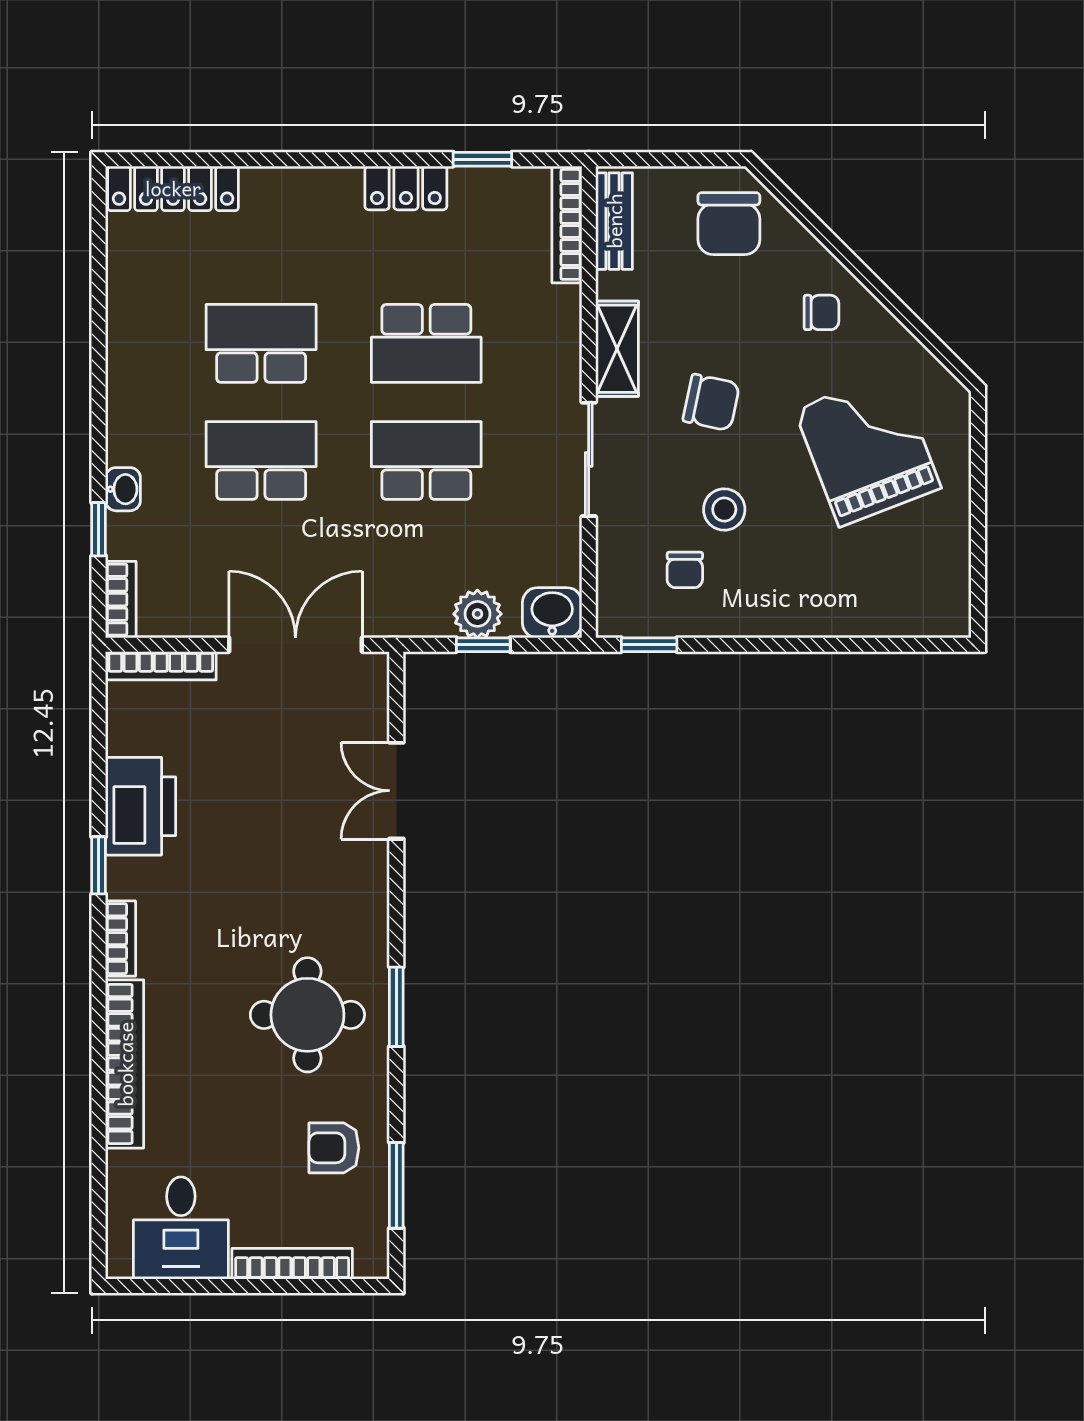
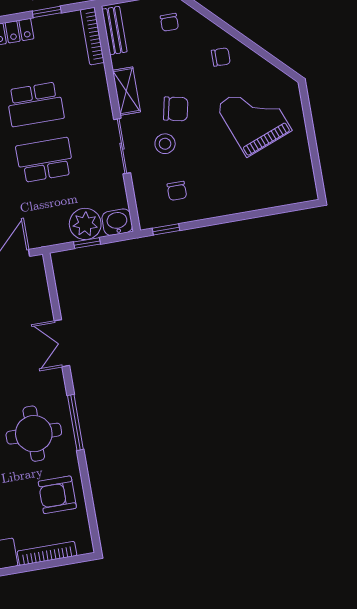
chair: (729, 224) -> (169, 22), width x0.54, depth x0.54
stool: (724, 509) -> (165, 144), moved
plant: (477, 614) -> (85, 224), width x1.36, depth x1.36
double door: (396, 791) -> (62, 343), moved
window: (396, 1007) -> (75, 422), width x1.44
armchair: (334, 1148) -> (57, 495), width x1.38, depth x1.38
window: (396, 1185) -> (90, 507), removed

